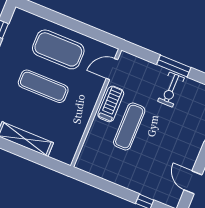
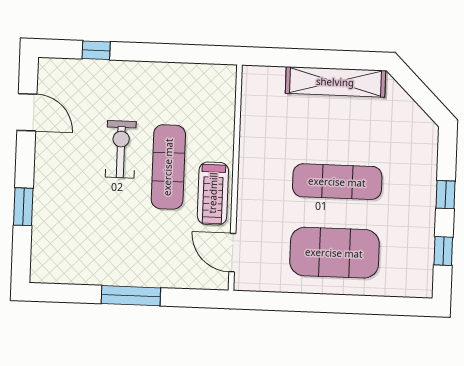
door: (112, 69) -> (232, 253), swing flipped
exercise bike: (171, 90) -> (121, 149), moved

